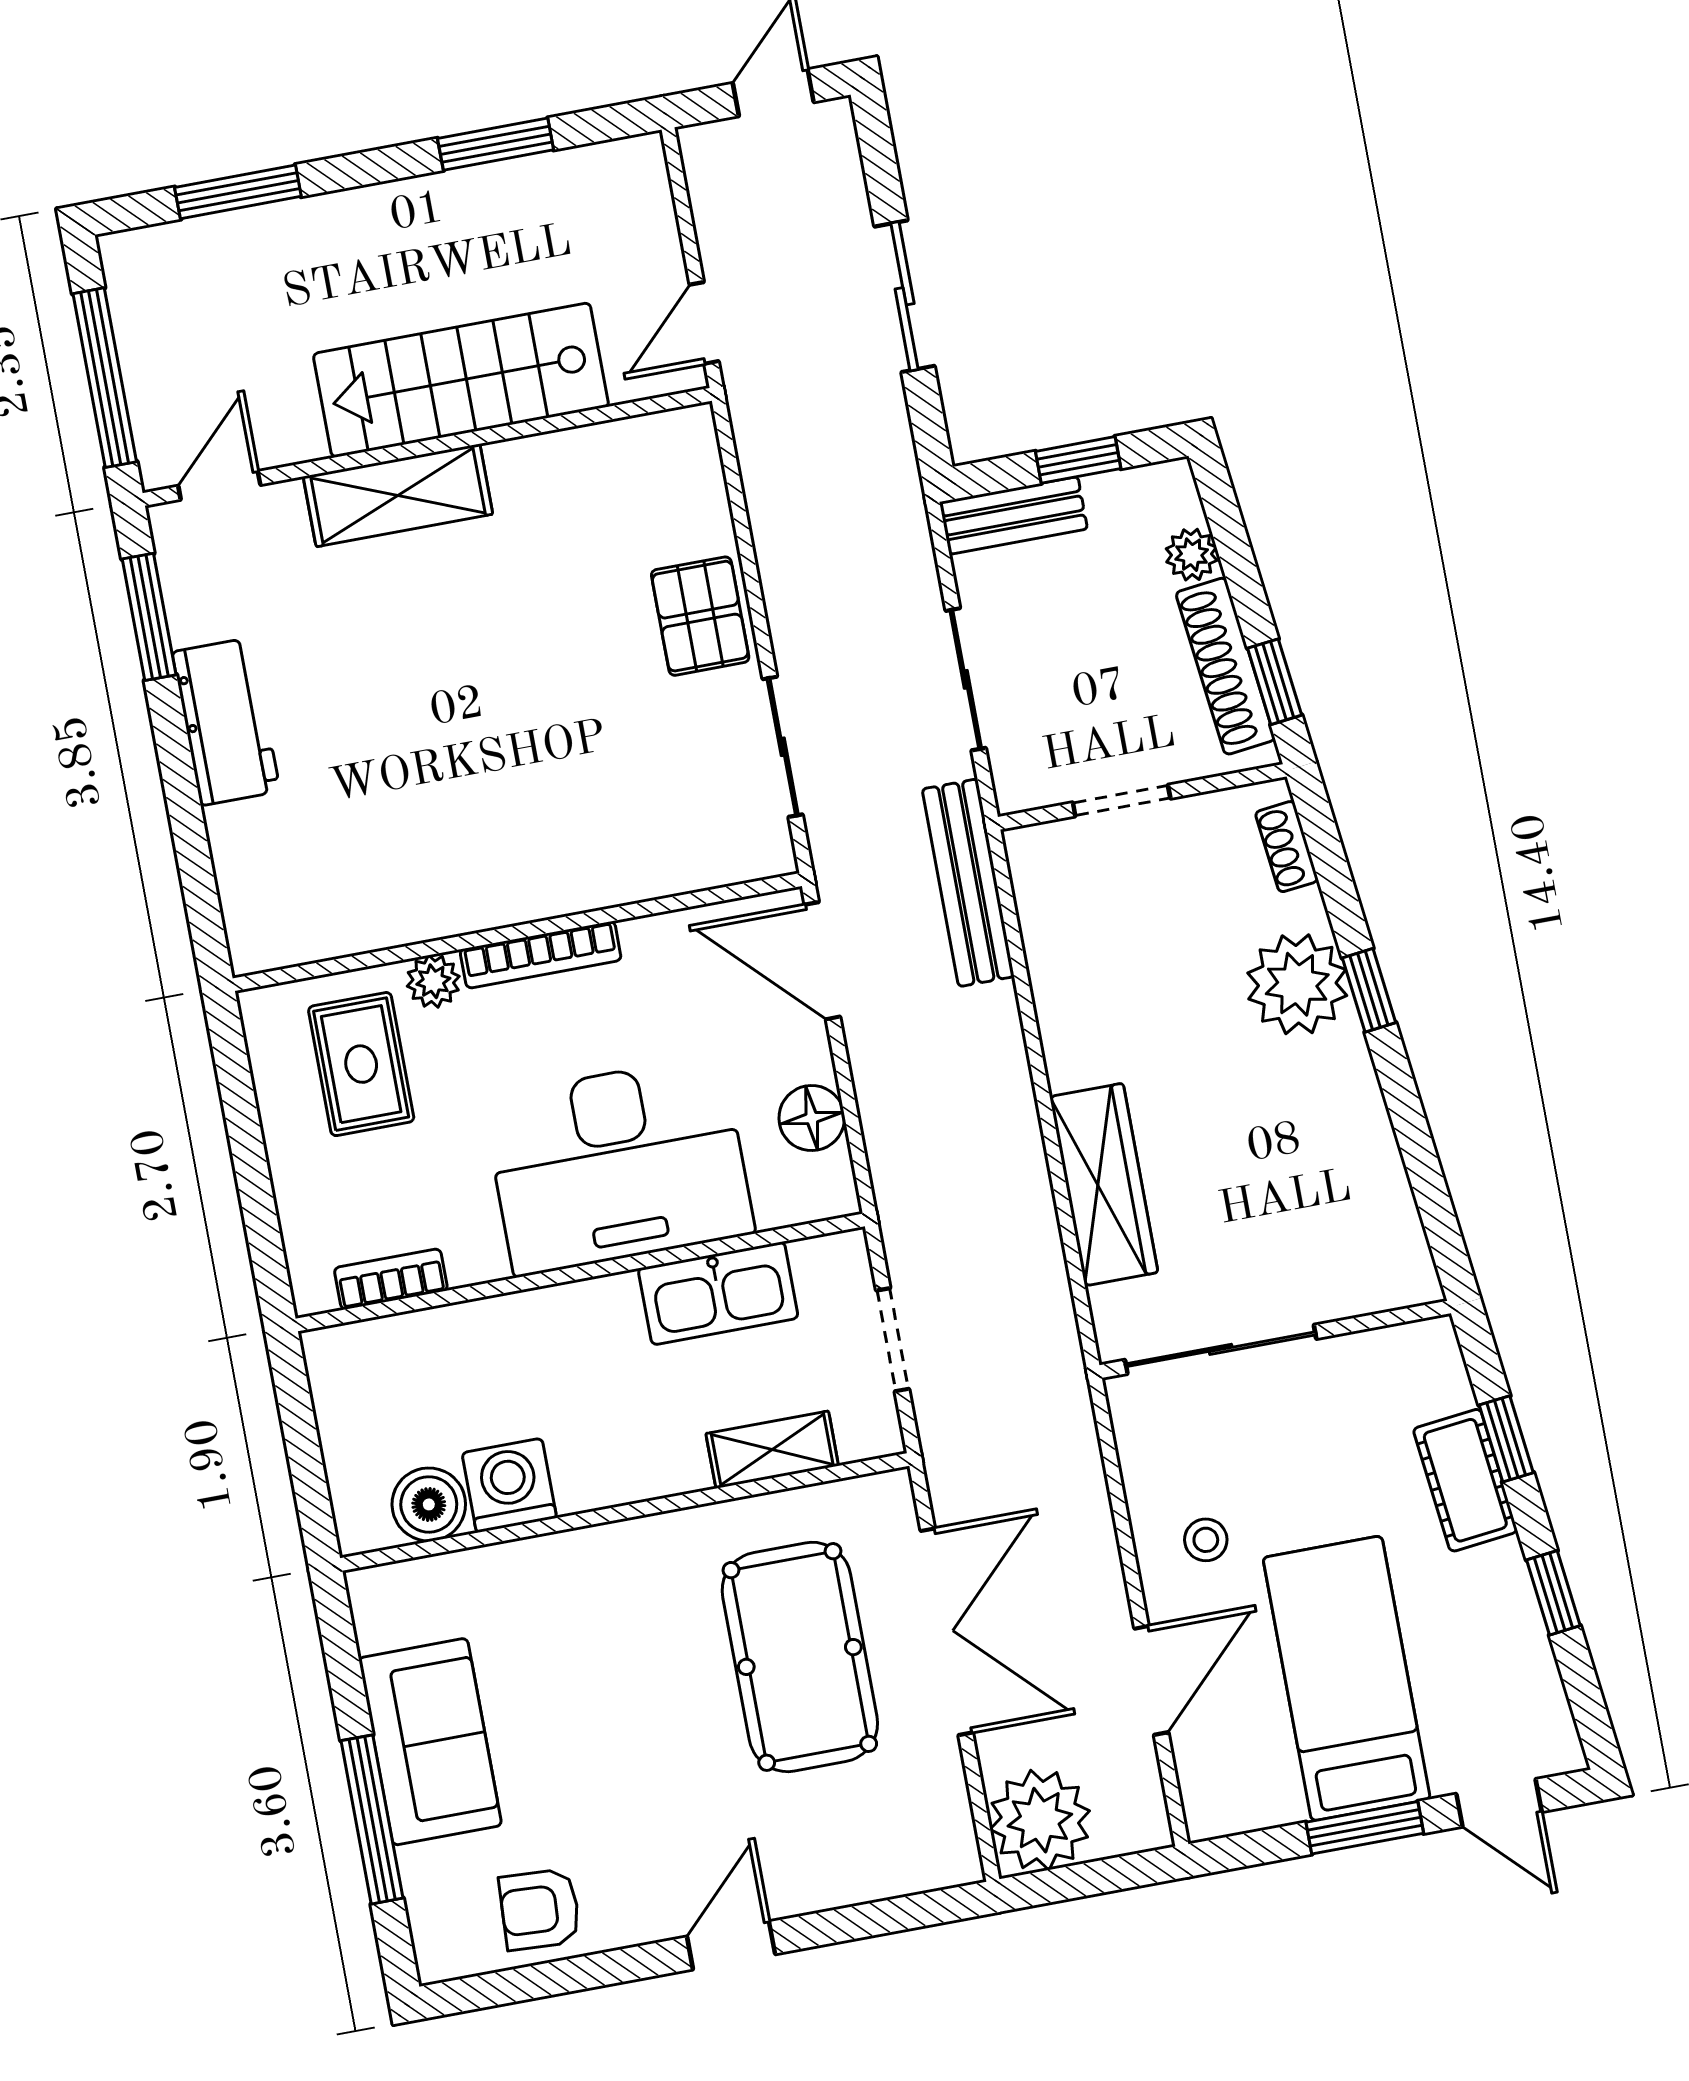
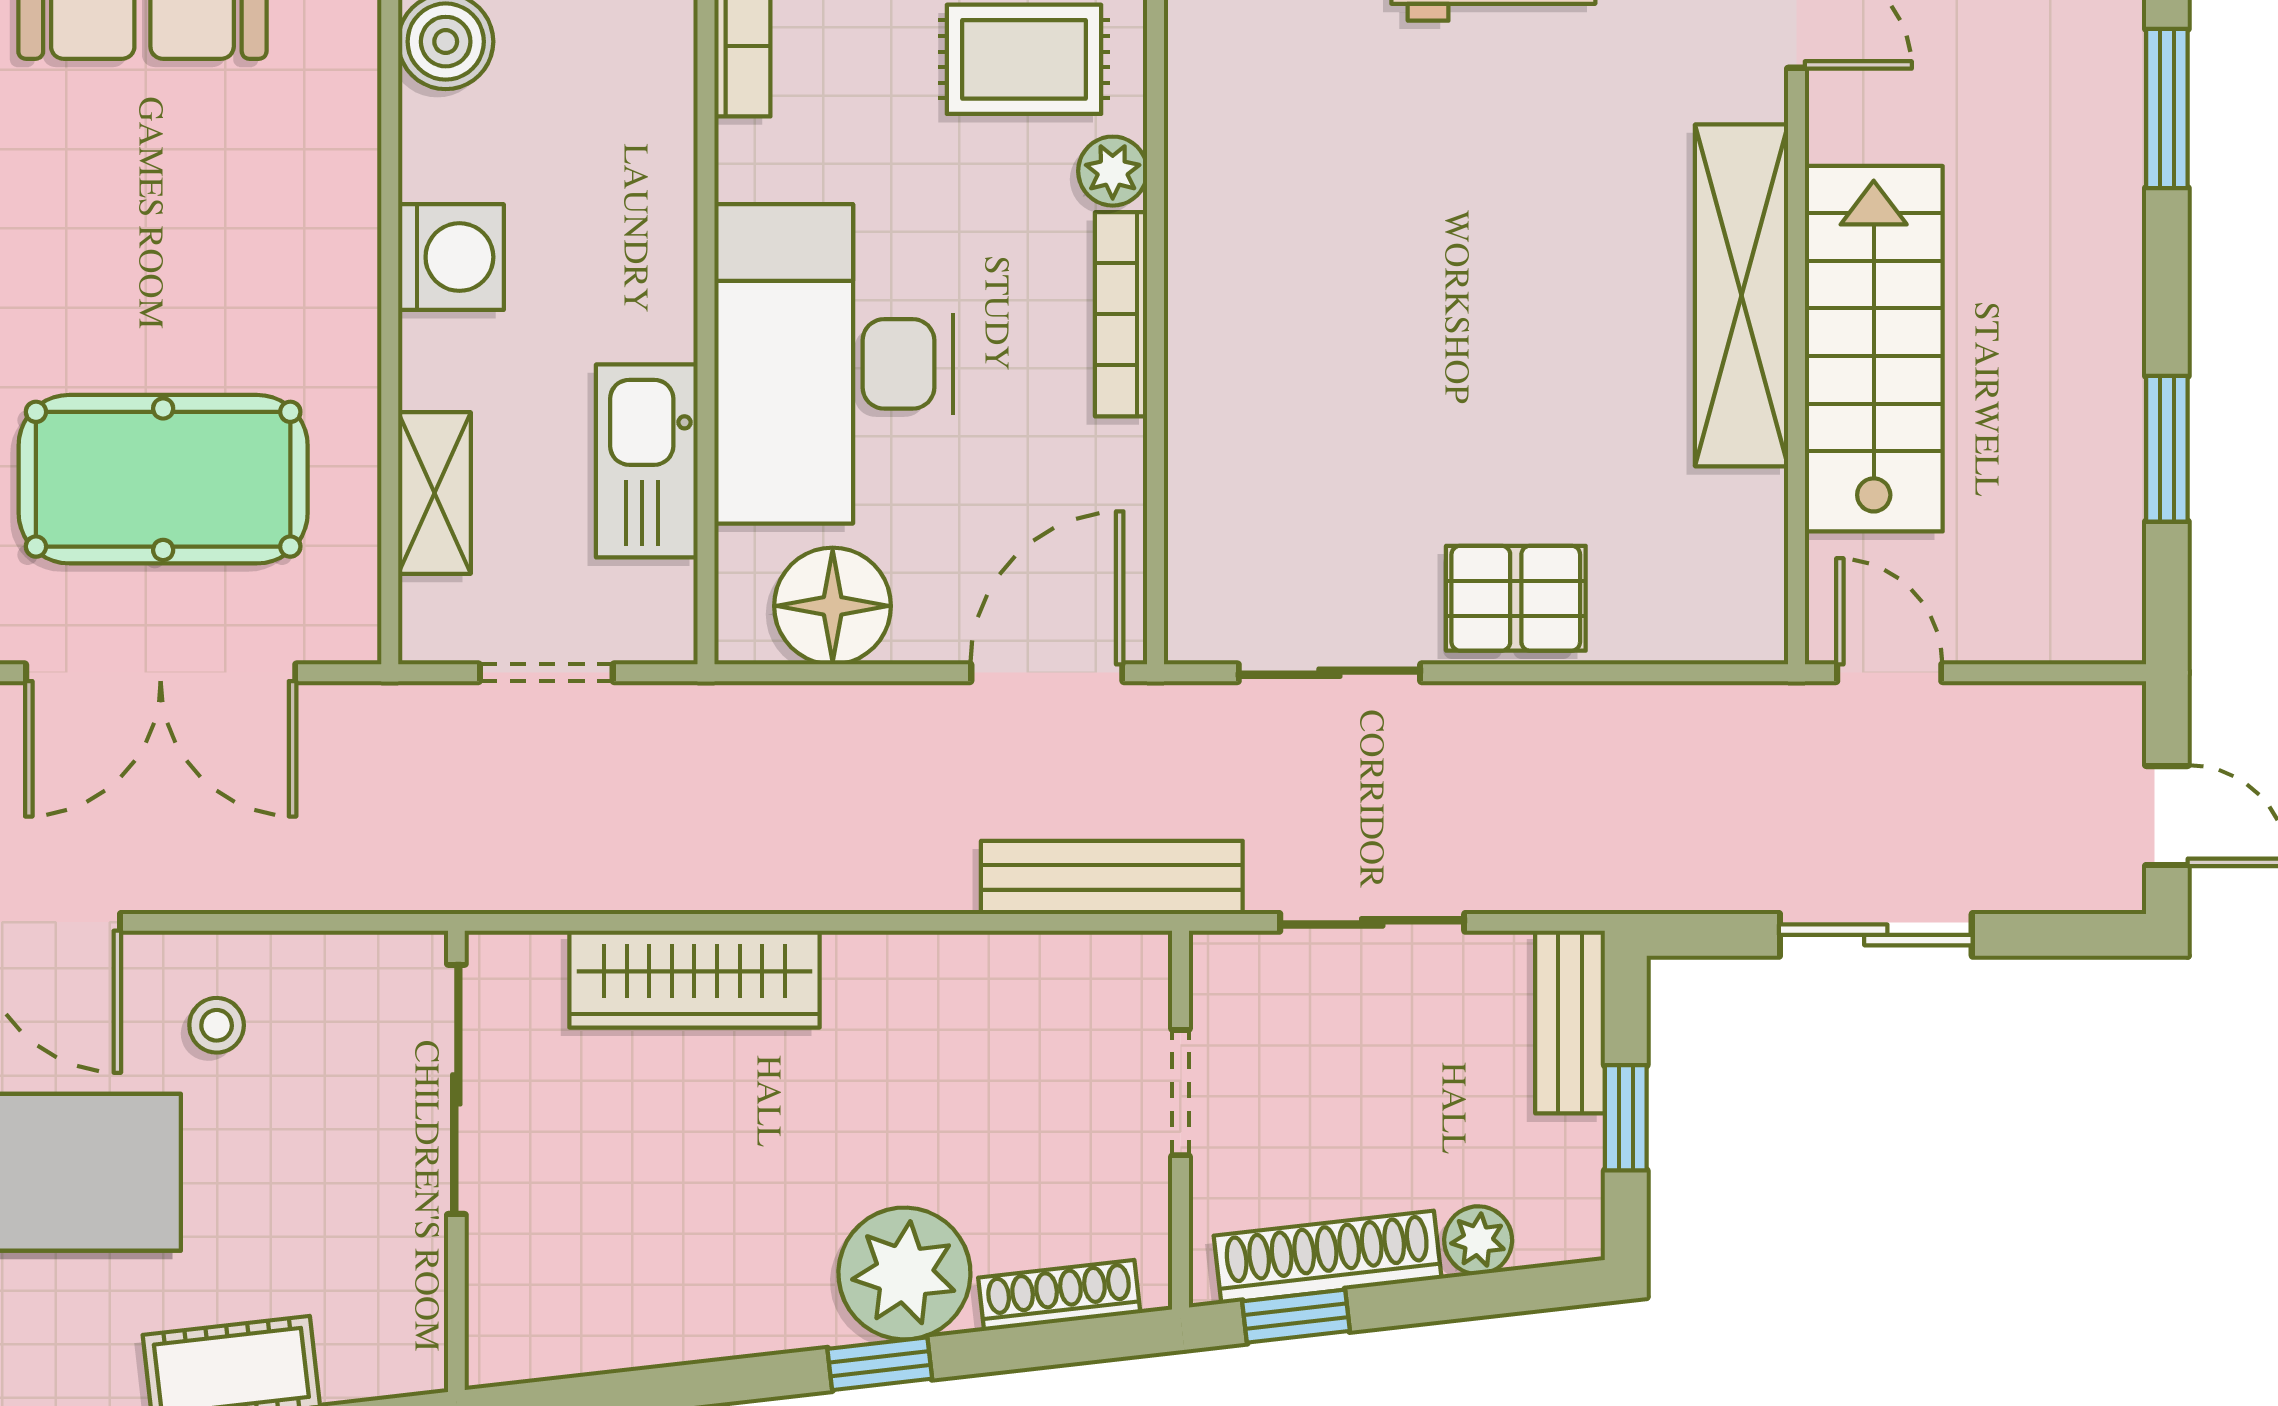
shelving: (398, 495) -> (1741, 295), width x1.47
shoe rack: (1287, 847) -> (1059, 1295), width x1.43
floor lamp: (812, 1118) -> (833, 606), width x1.38, depth x1.38
washing machine: (509, 1485) -> (451, 257), moved

